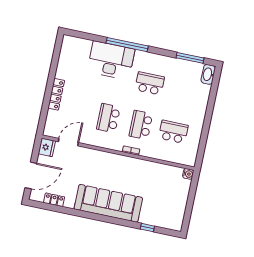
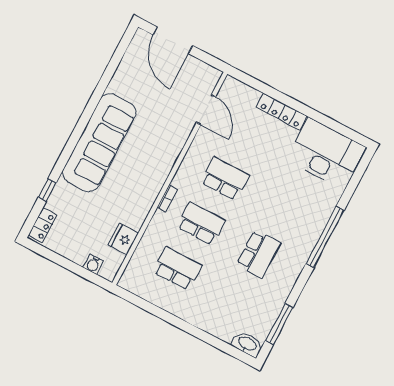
desk: (111, 60) -> (326, 153), moved, turned -90
school desk: (173, 132) -> (177, 269), turned -90
fridge: (47, 147) -> (123, 239), moved, turned 90
water cooler: (188, 174) -> (93, 264), moved
locker: (54, 200) -> (43, 225), moved

